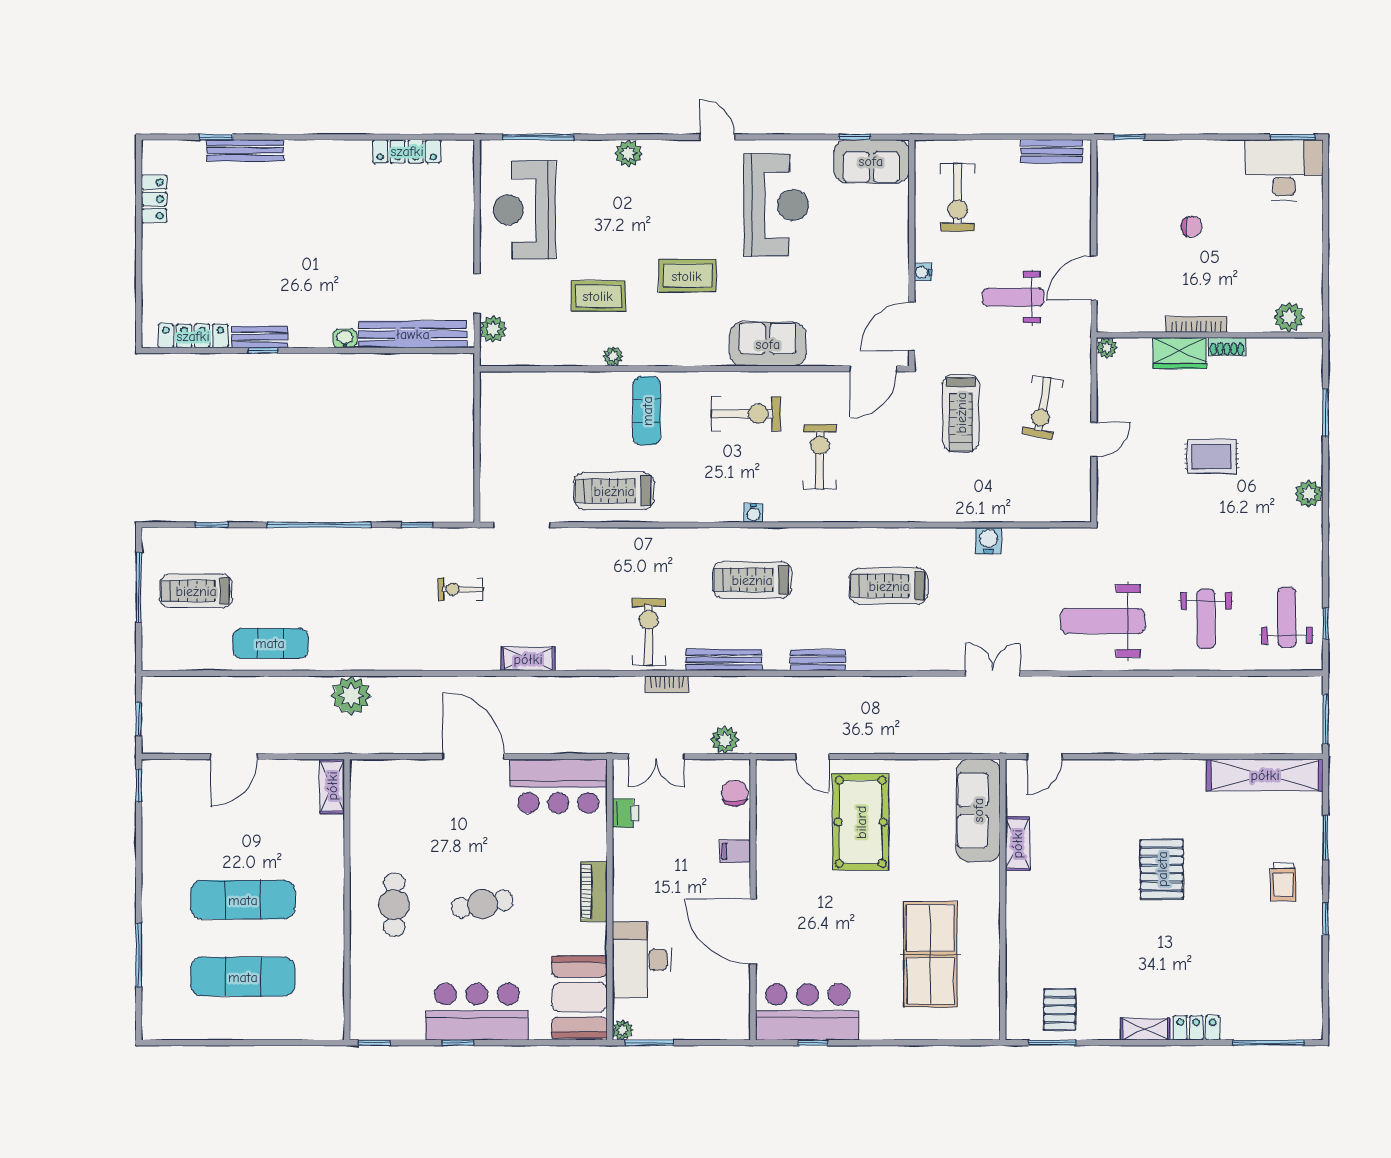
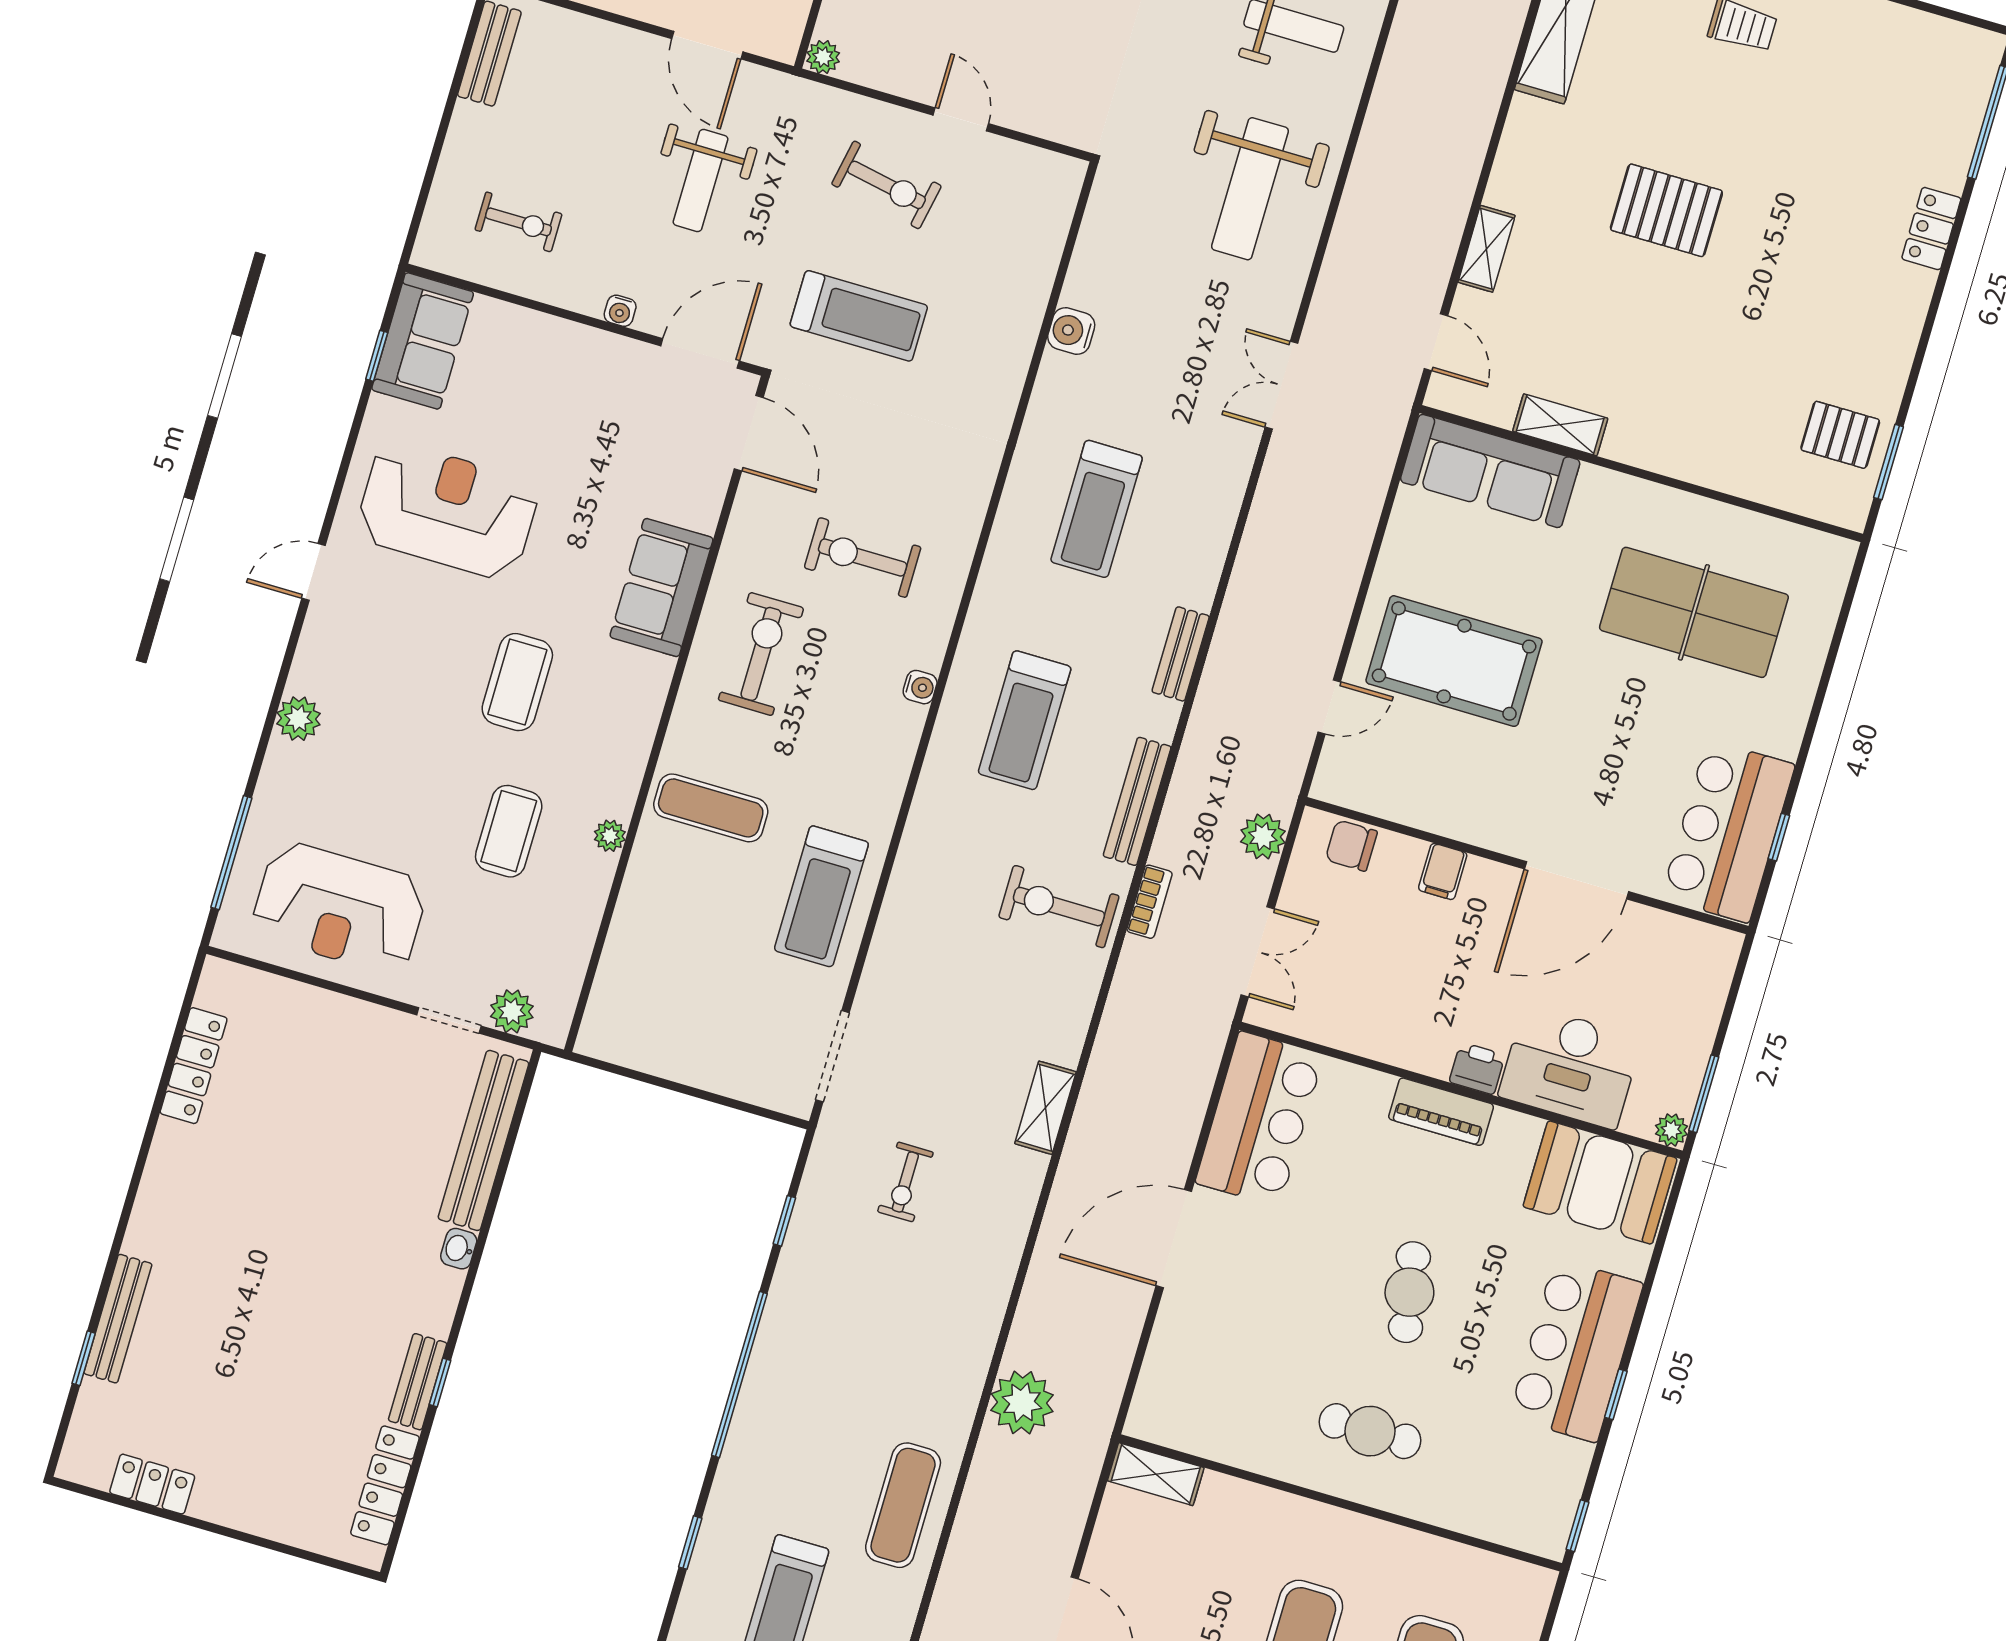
exercise bike: (958, 197) -> (518, 222), width x0.73, depth x0.72
door: (912, 326) -> (700, 353), swing flipped
printer: (625, 813) -> (1477, 1068), moved
shelving: (1145, 1029) -> (1487, 249), moved

